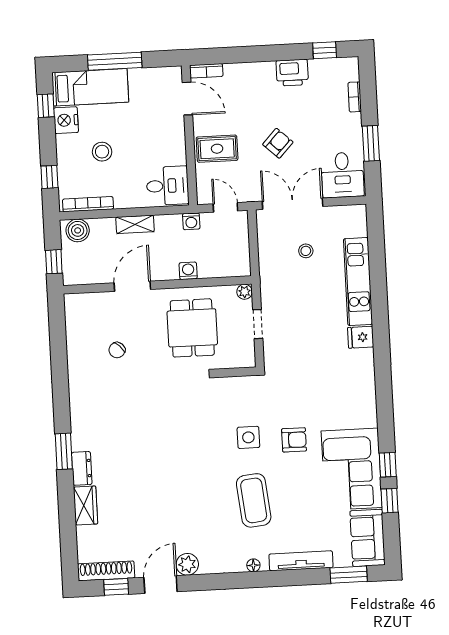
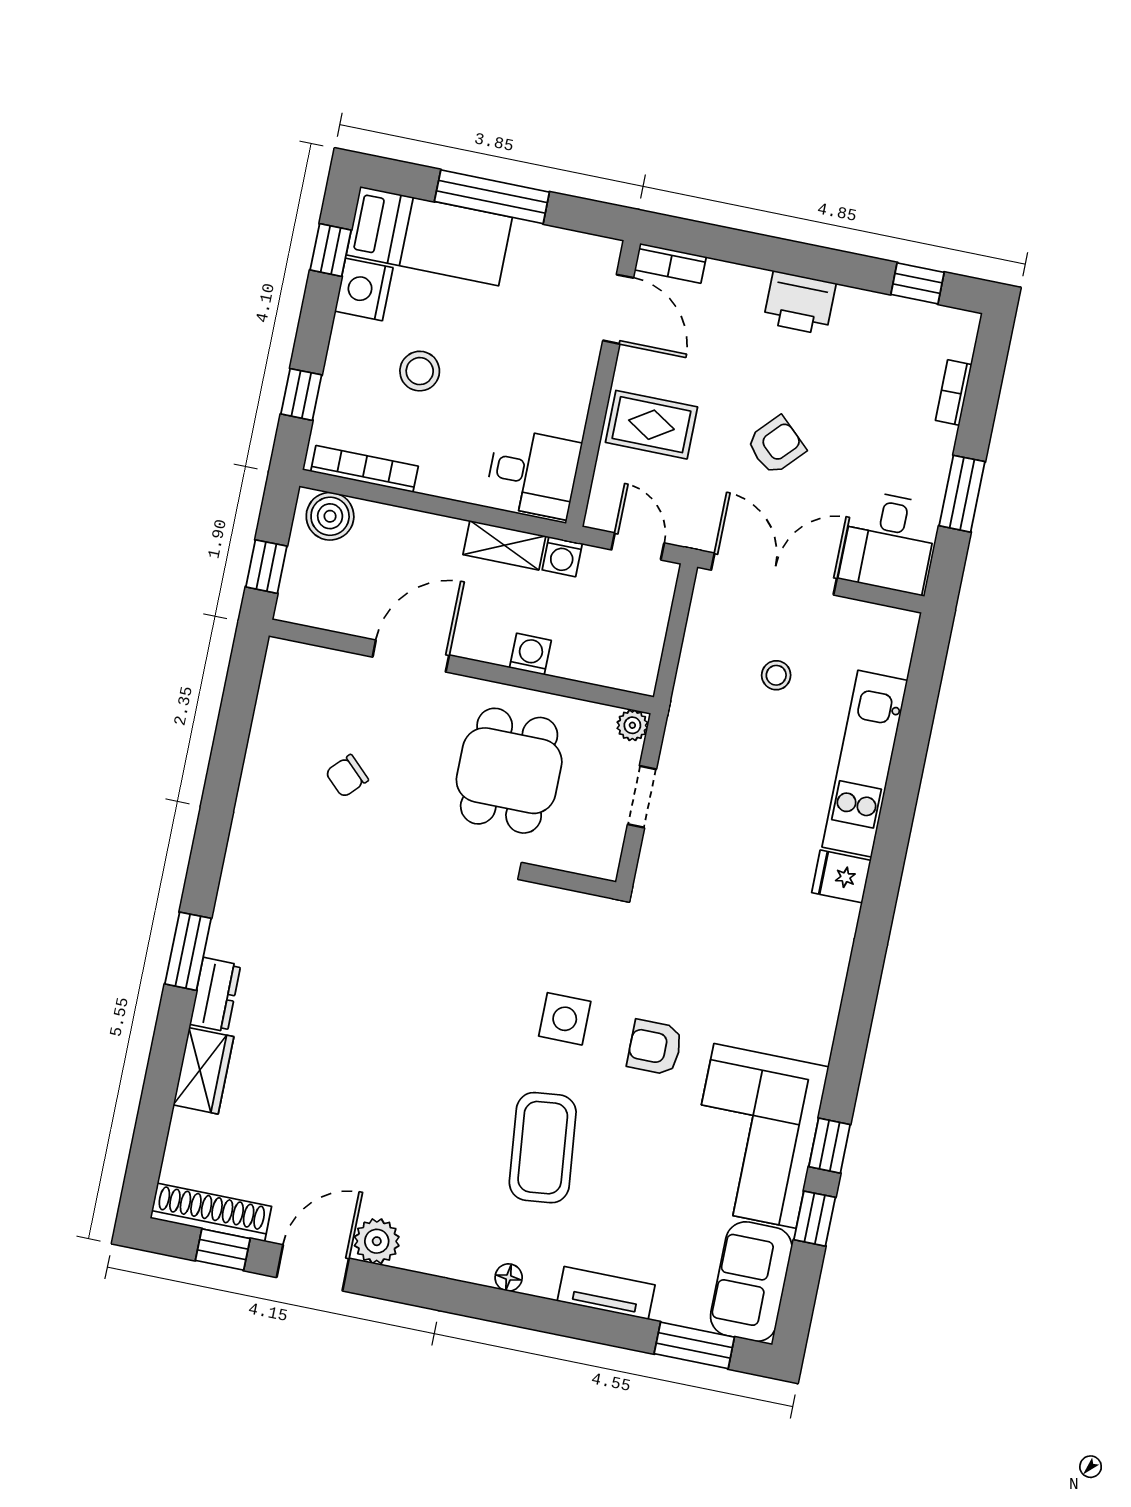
printer: (292, 73) -> (800, 303), moved
shelving: (135, 224) -> (504, 545), moved
armchair: (294, 440) -> (655, 1047), turned 180
tv unit: (301, 561) -> (606, 1293), width x0.71

